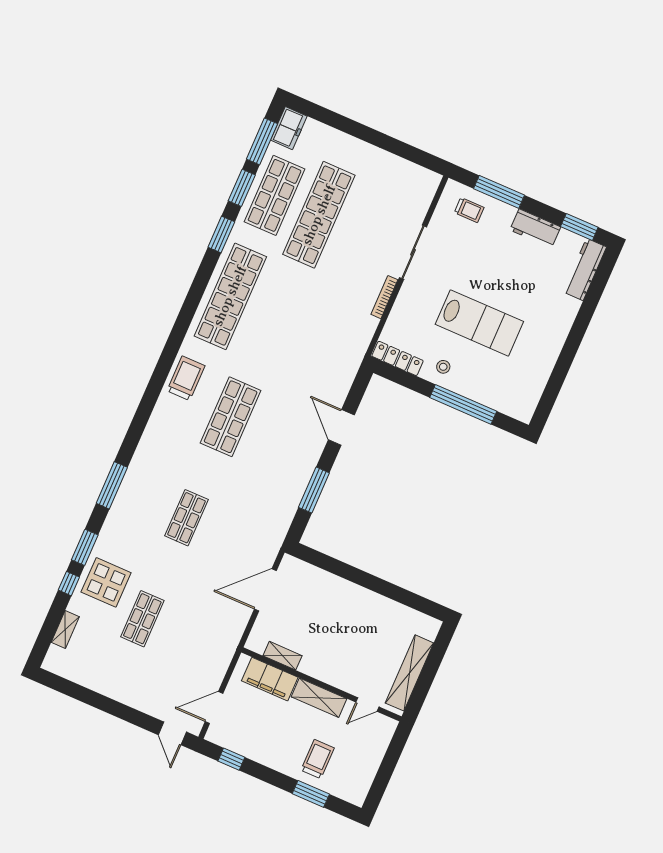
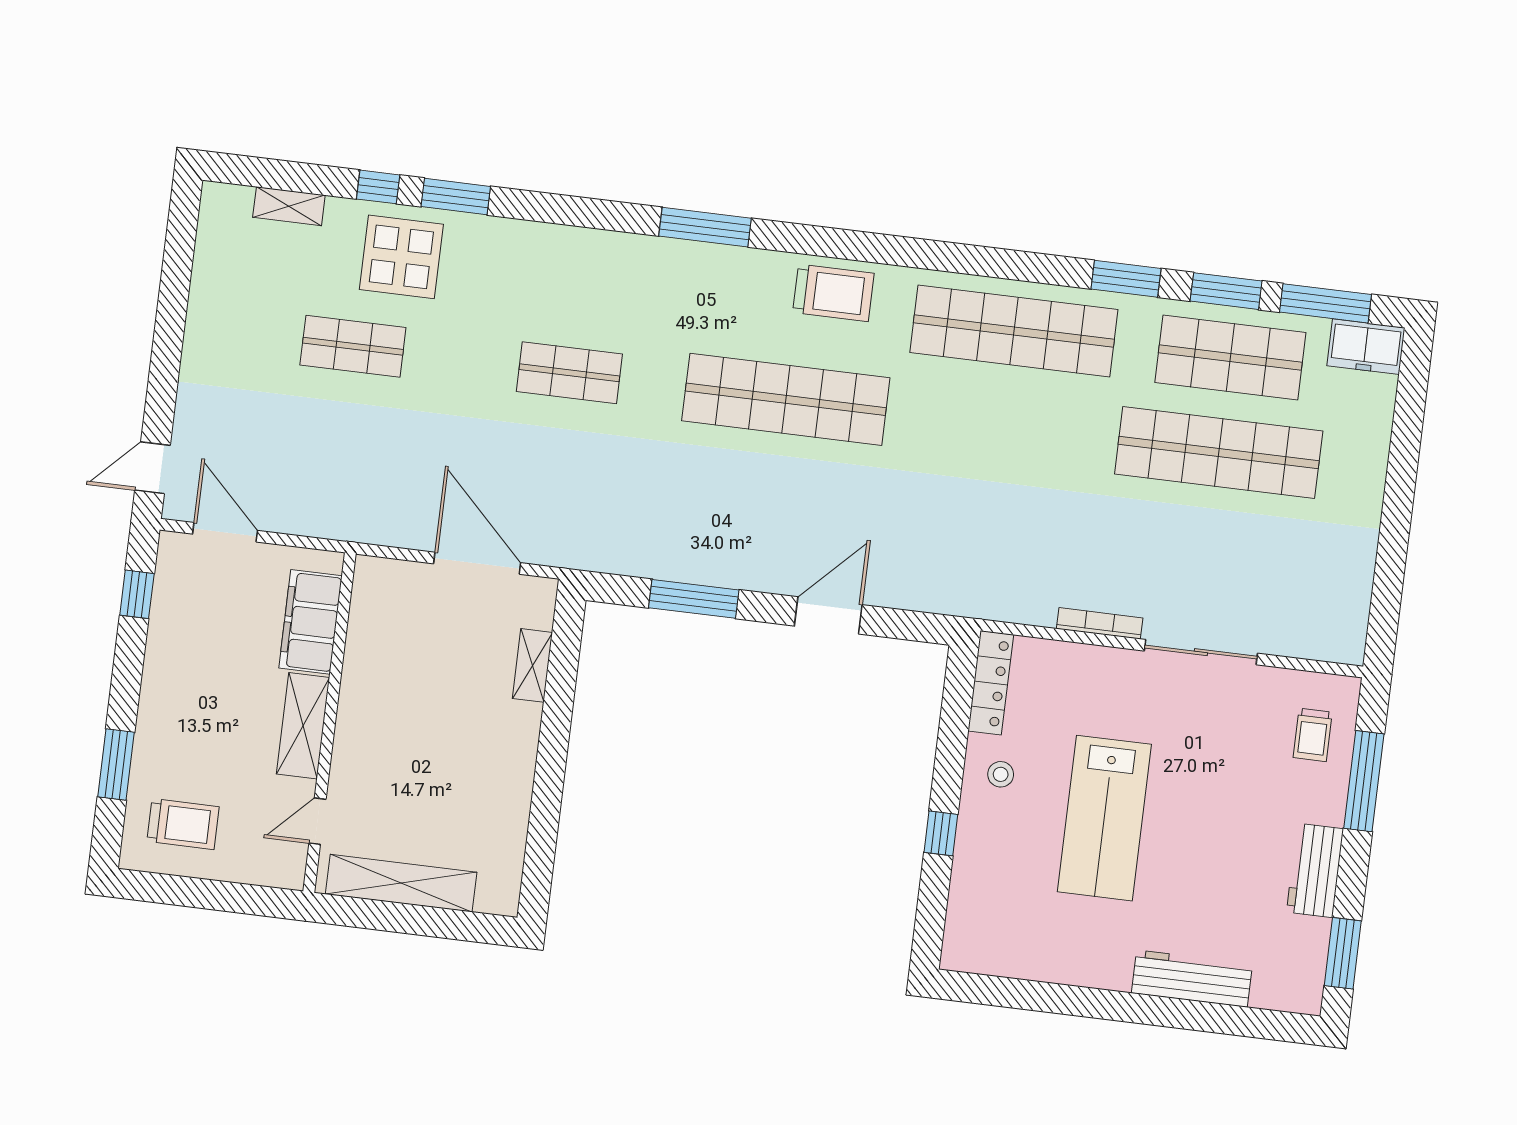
workbench: (585, 269) -> (1192, 979), moved
window: (463, 404) -> (941, 833), width x0.32
shop shelf: (231, 417) -> (786, 399), width x1.40
window: (112, 485) -> (705, 227), moved
shelving: (282, 656) -> (532, 665), moved
door: (367, 705) -> (317, 821), hinge flipped
trolley: (318, 759) -> (183, 824), moved

